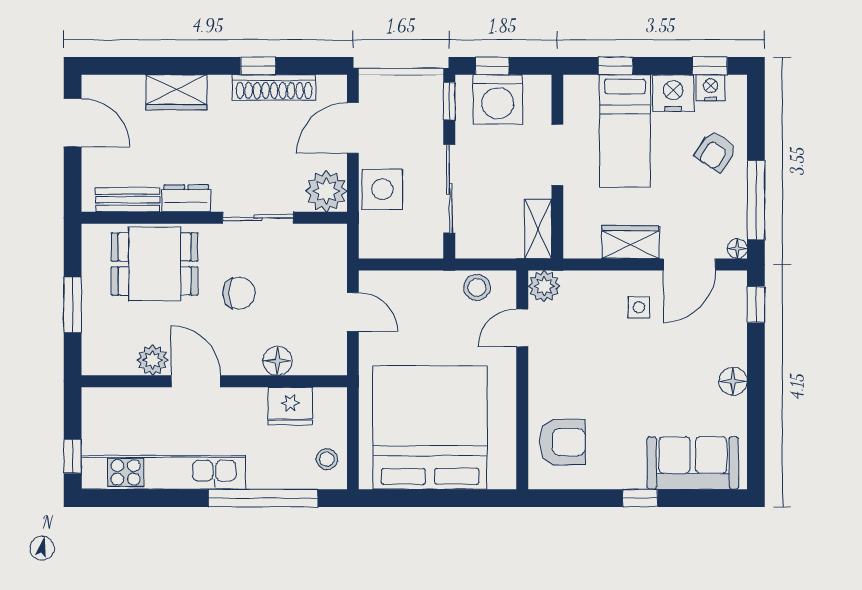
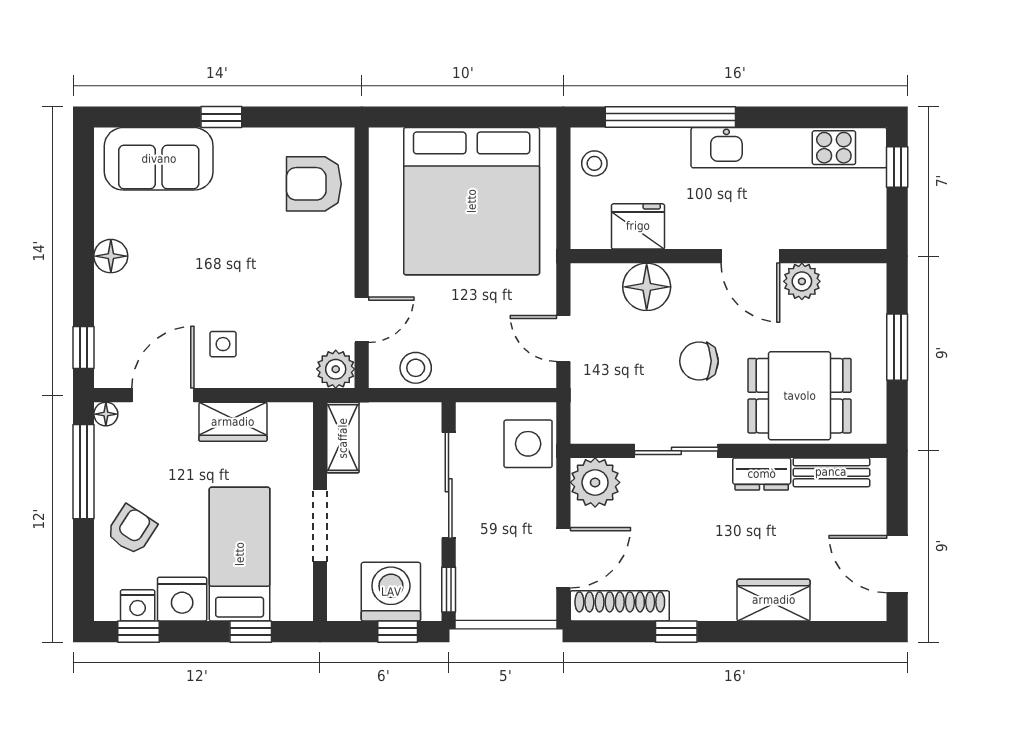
shoe rack: (274, 87) -> (620, 606), moved
side table: (382, 189) -> (528, 444), moved
floor lamp: (277, 361) -> (647, 287), width x1.38, depth x1.38

